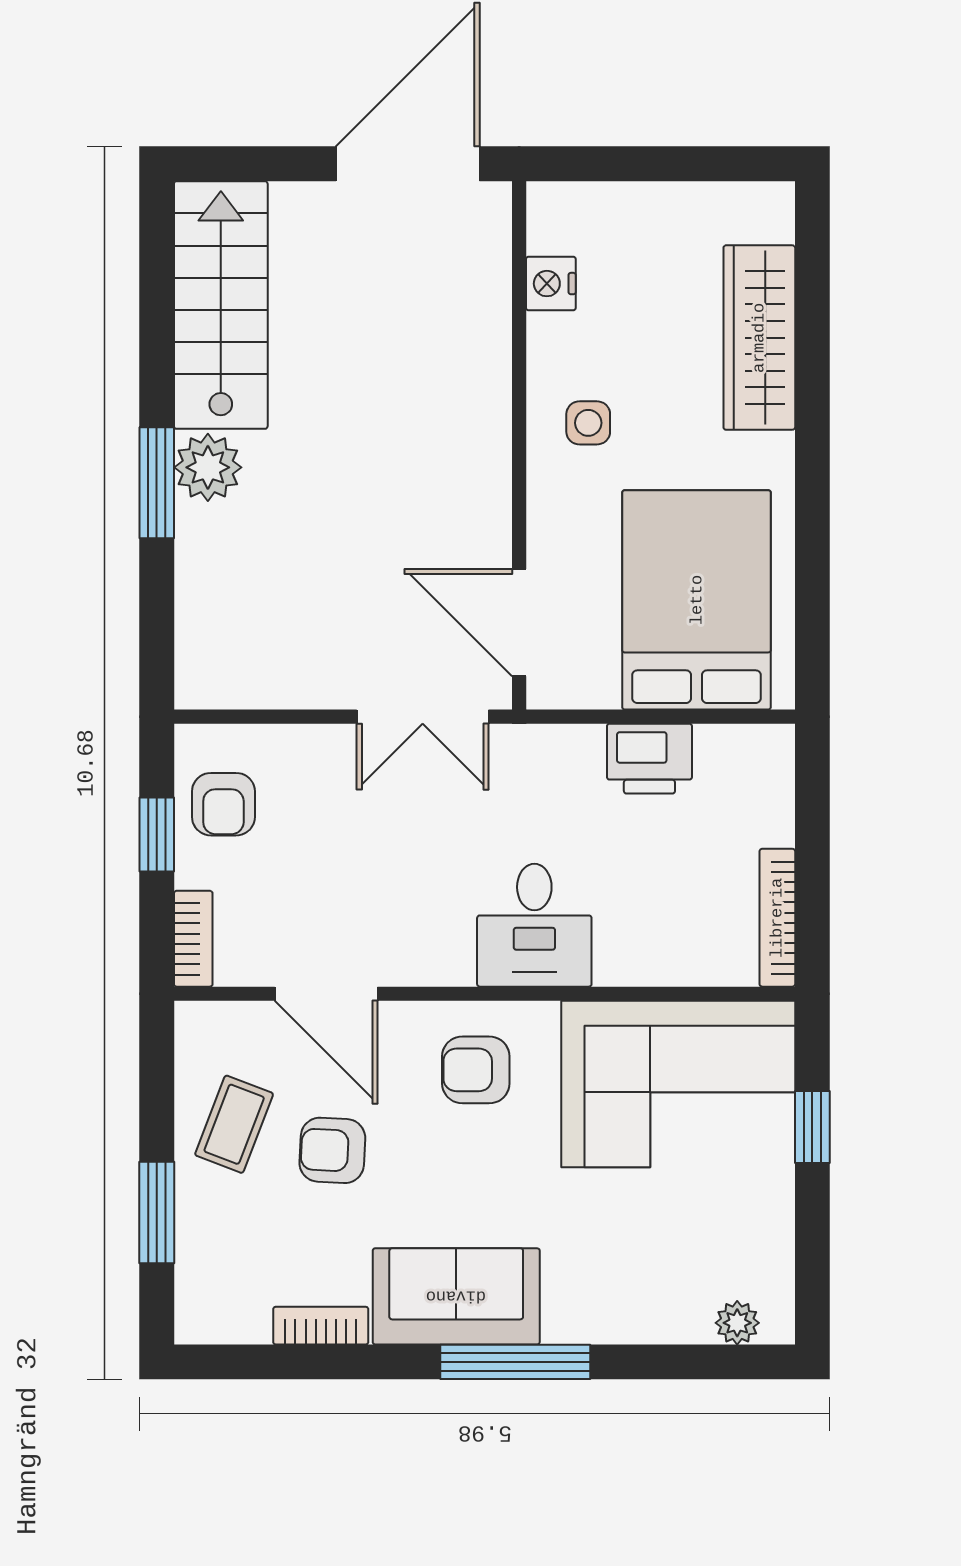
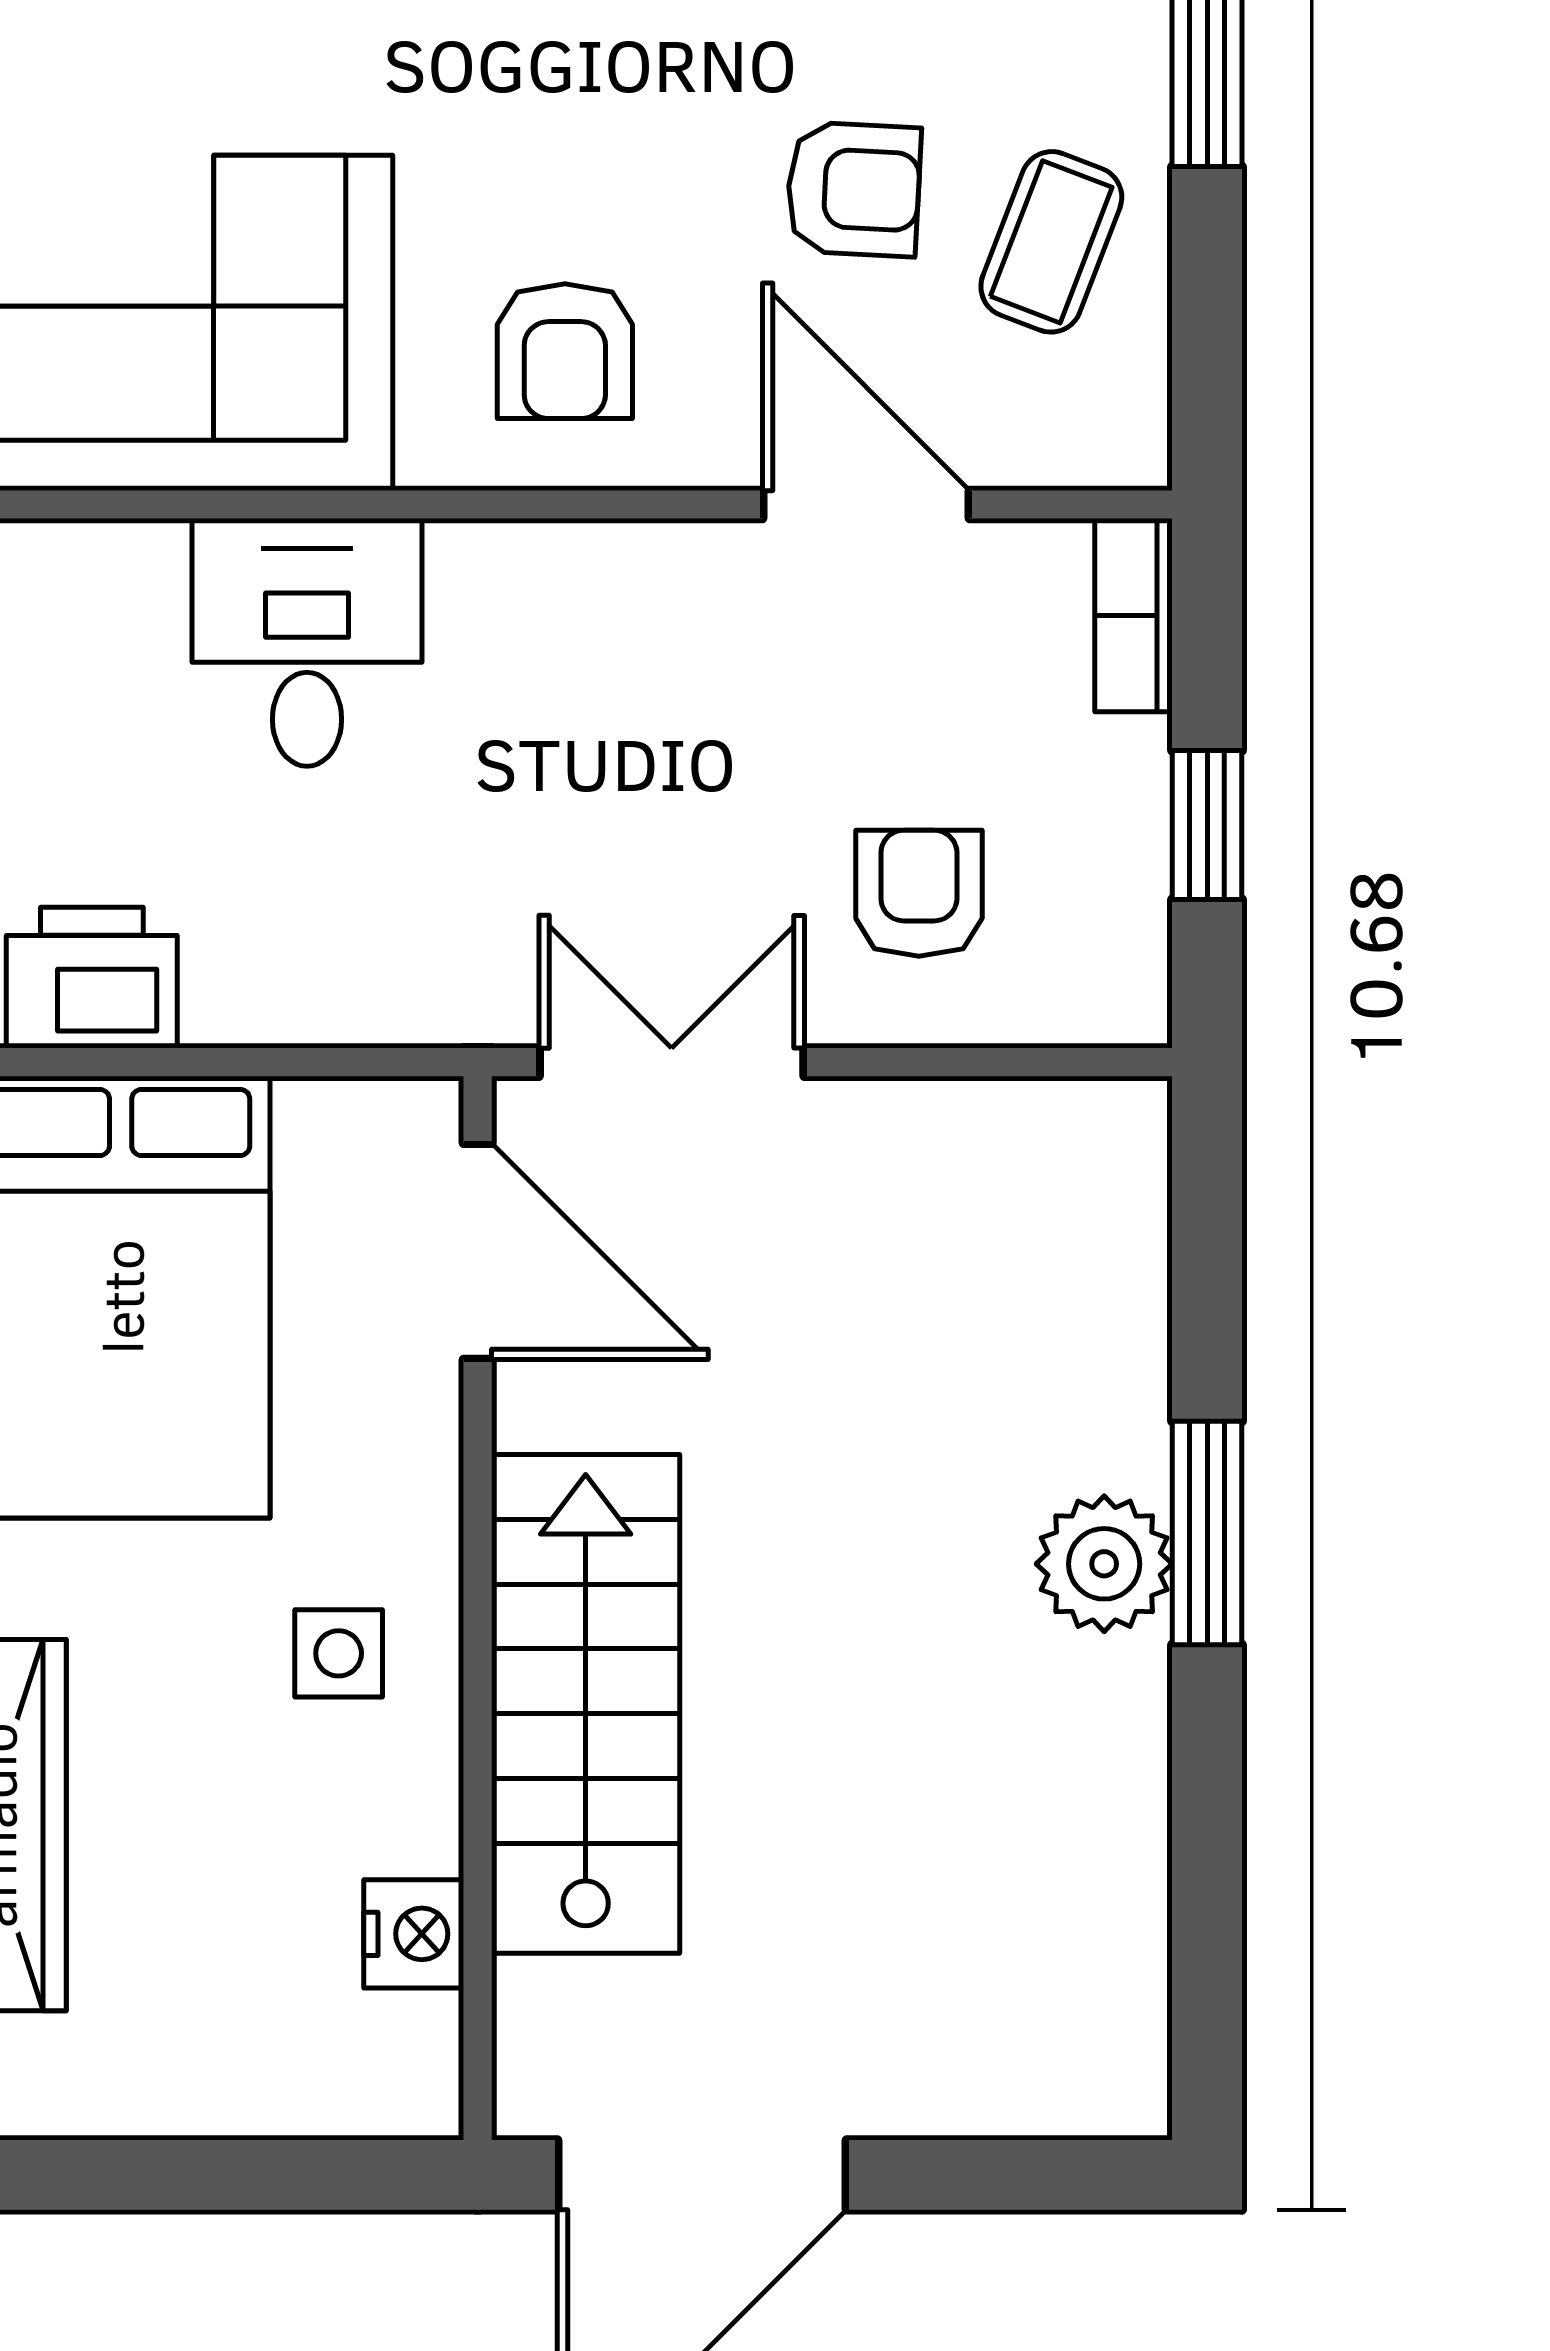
stairs: (221, 305) -> (586, 1704), moved, turned 180
printer: (649, 759) -> (92, 978), moved
armchair: (223, 804) -> (919, 893), moved
desk: (534, 925) -> (307, 642), moved
armchair: (476, 1070) -> (565, 351), turned 90

